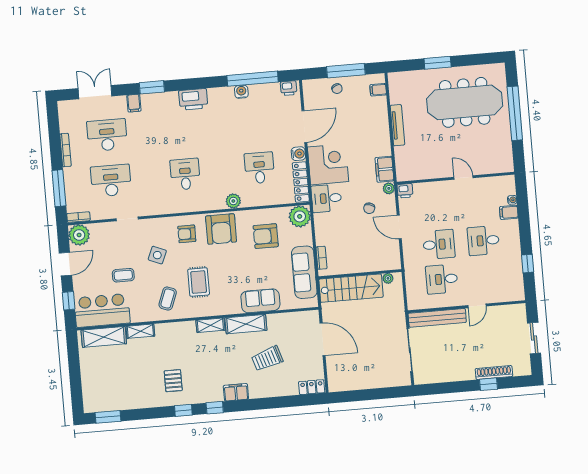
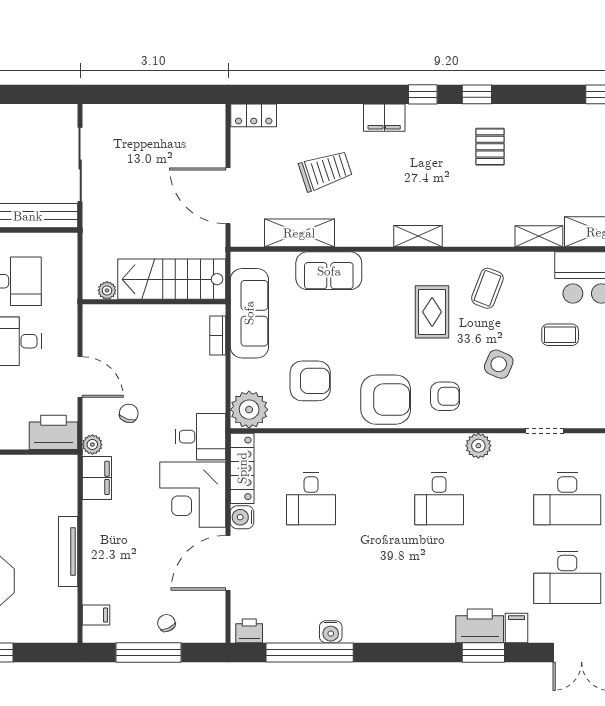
printer: (193, 99) -> (480, 626), moved
printer: (405, 191) -> (54, 432), width x1.87, depth x1.48
plant: (233, 201) -> (478, 446), moved
armchair: (221, 229) -> (386, 400), turned 90
shelving: (246, 324) -> (299, 233), moved

